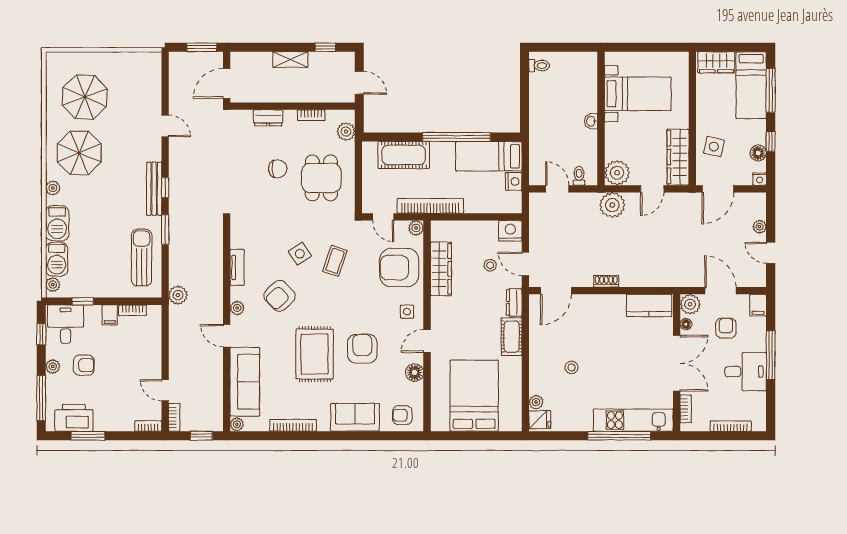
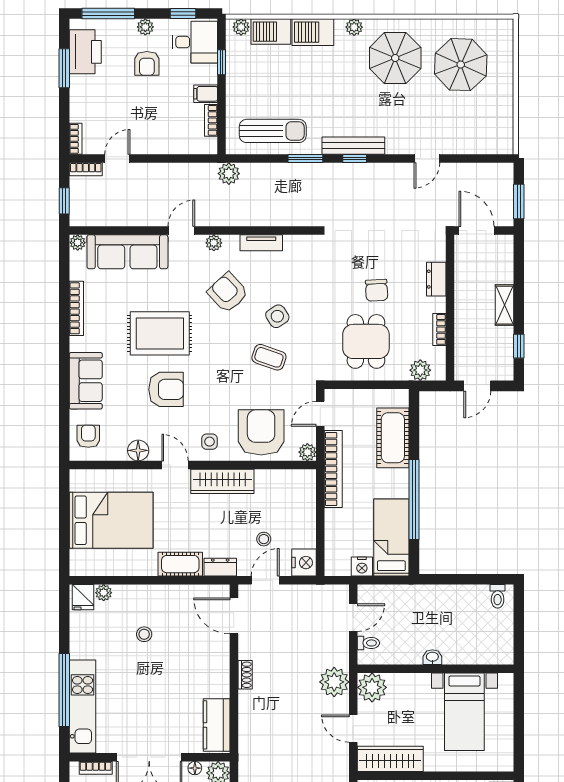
dining table: (321, 178) -> (366, 341), turned 90
wardrobe: (441, 269) -> (222, 481), moved

